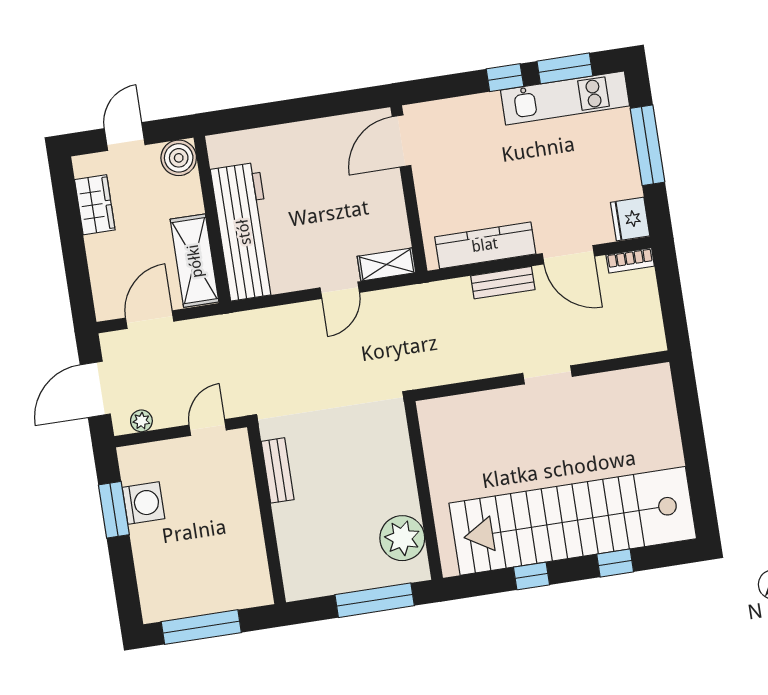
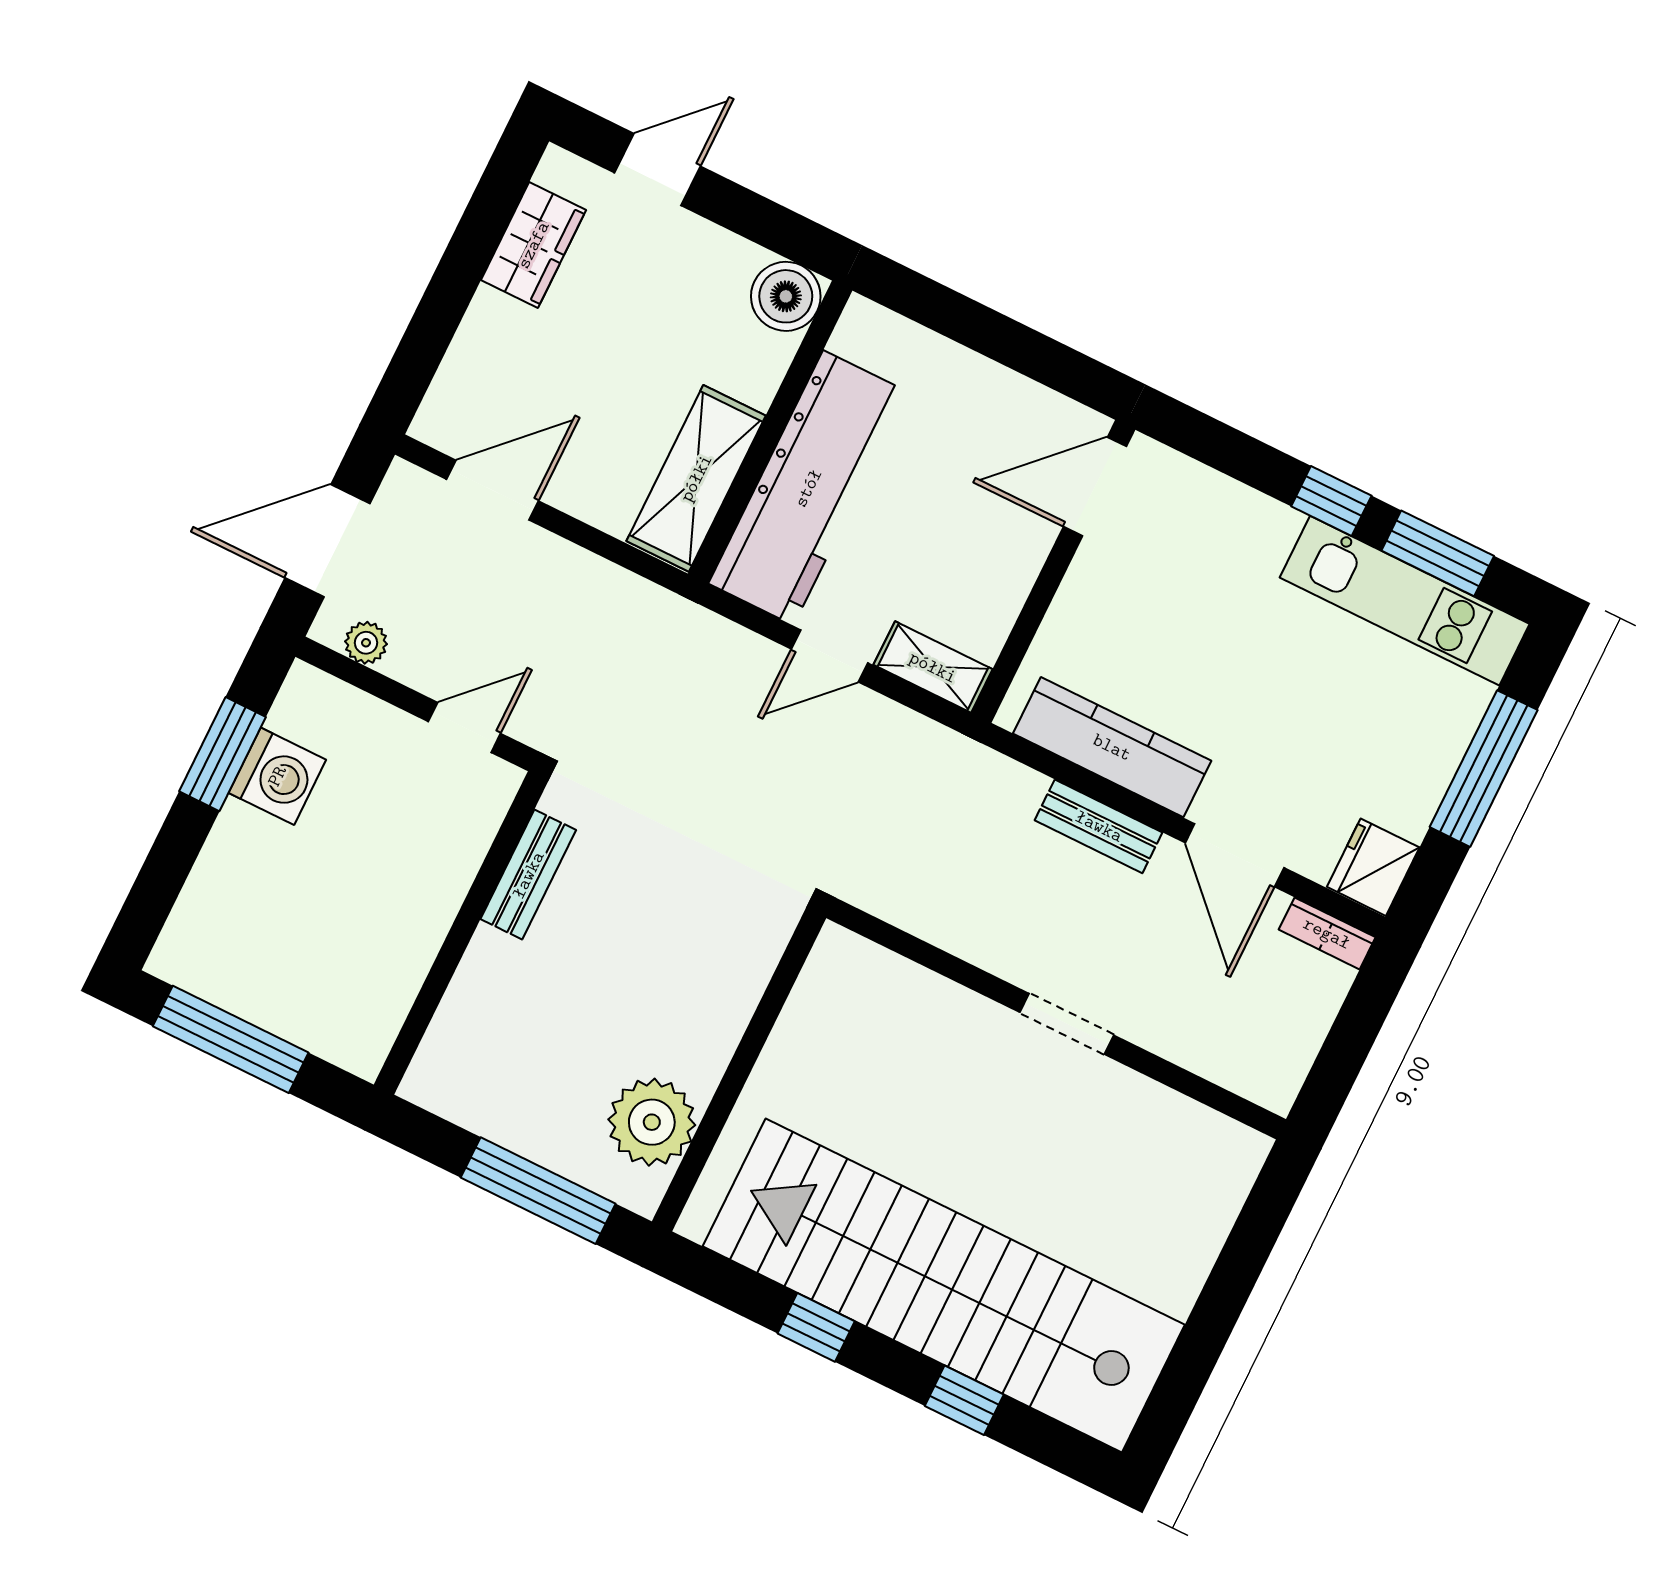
boiler: (179, 158) -> (786, 296), moved
wall: (212, 219) -> (770, 432), moved
workbench: (244, 232) -> (808, 488), moved
shelving: (195, 261) -> (696, 478), moved

